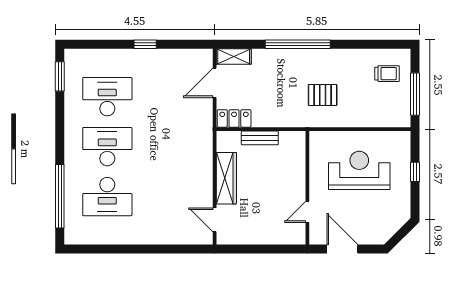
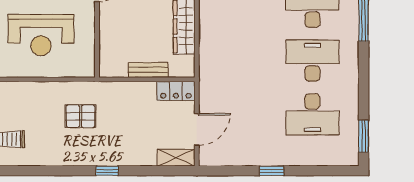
window: (298, 44) -> (107, 171), width x0.32
desk: (107, 147) -> (312, 61), turned 180

